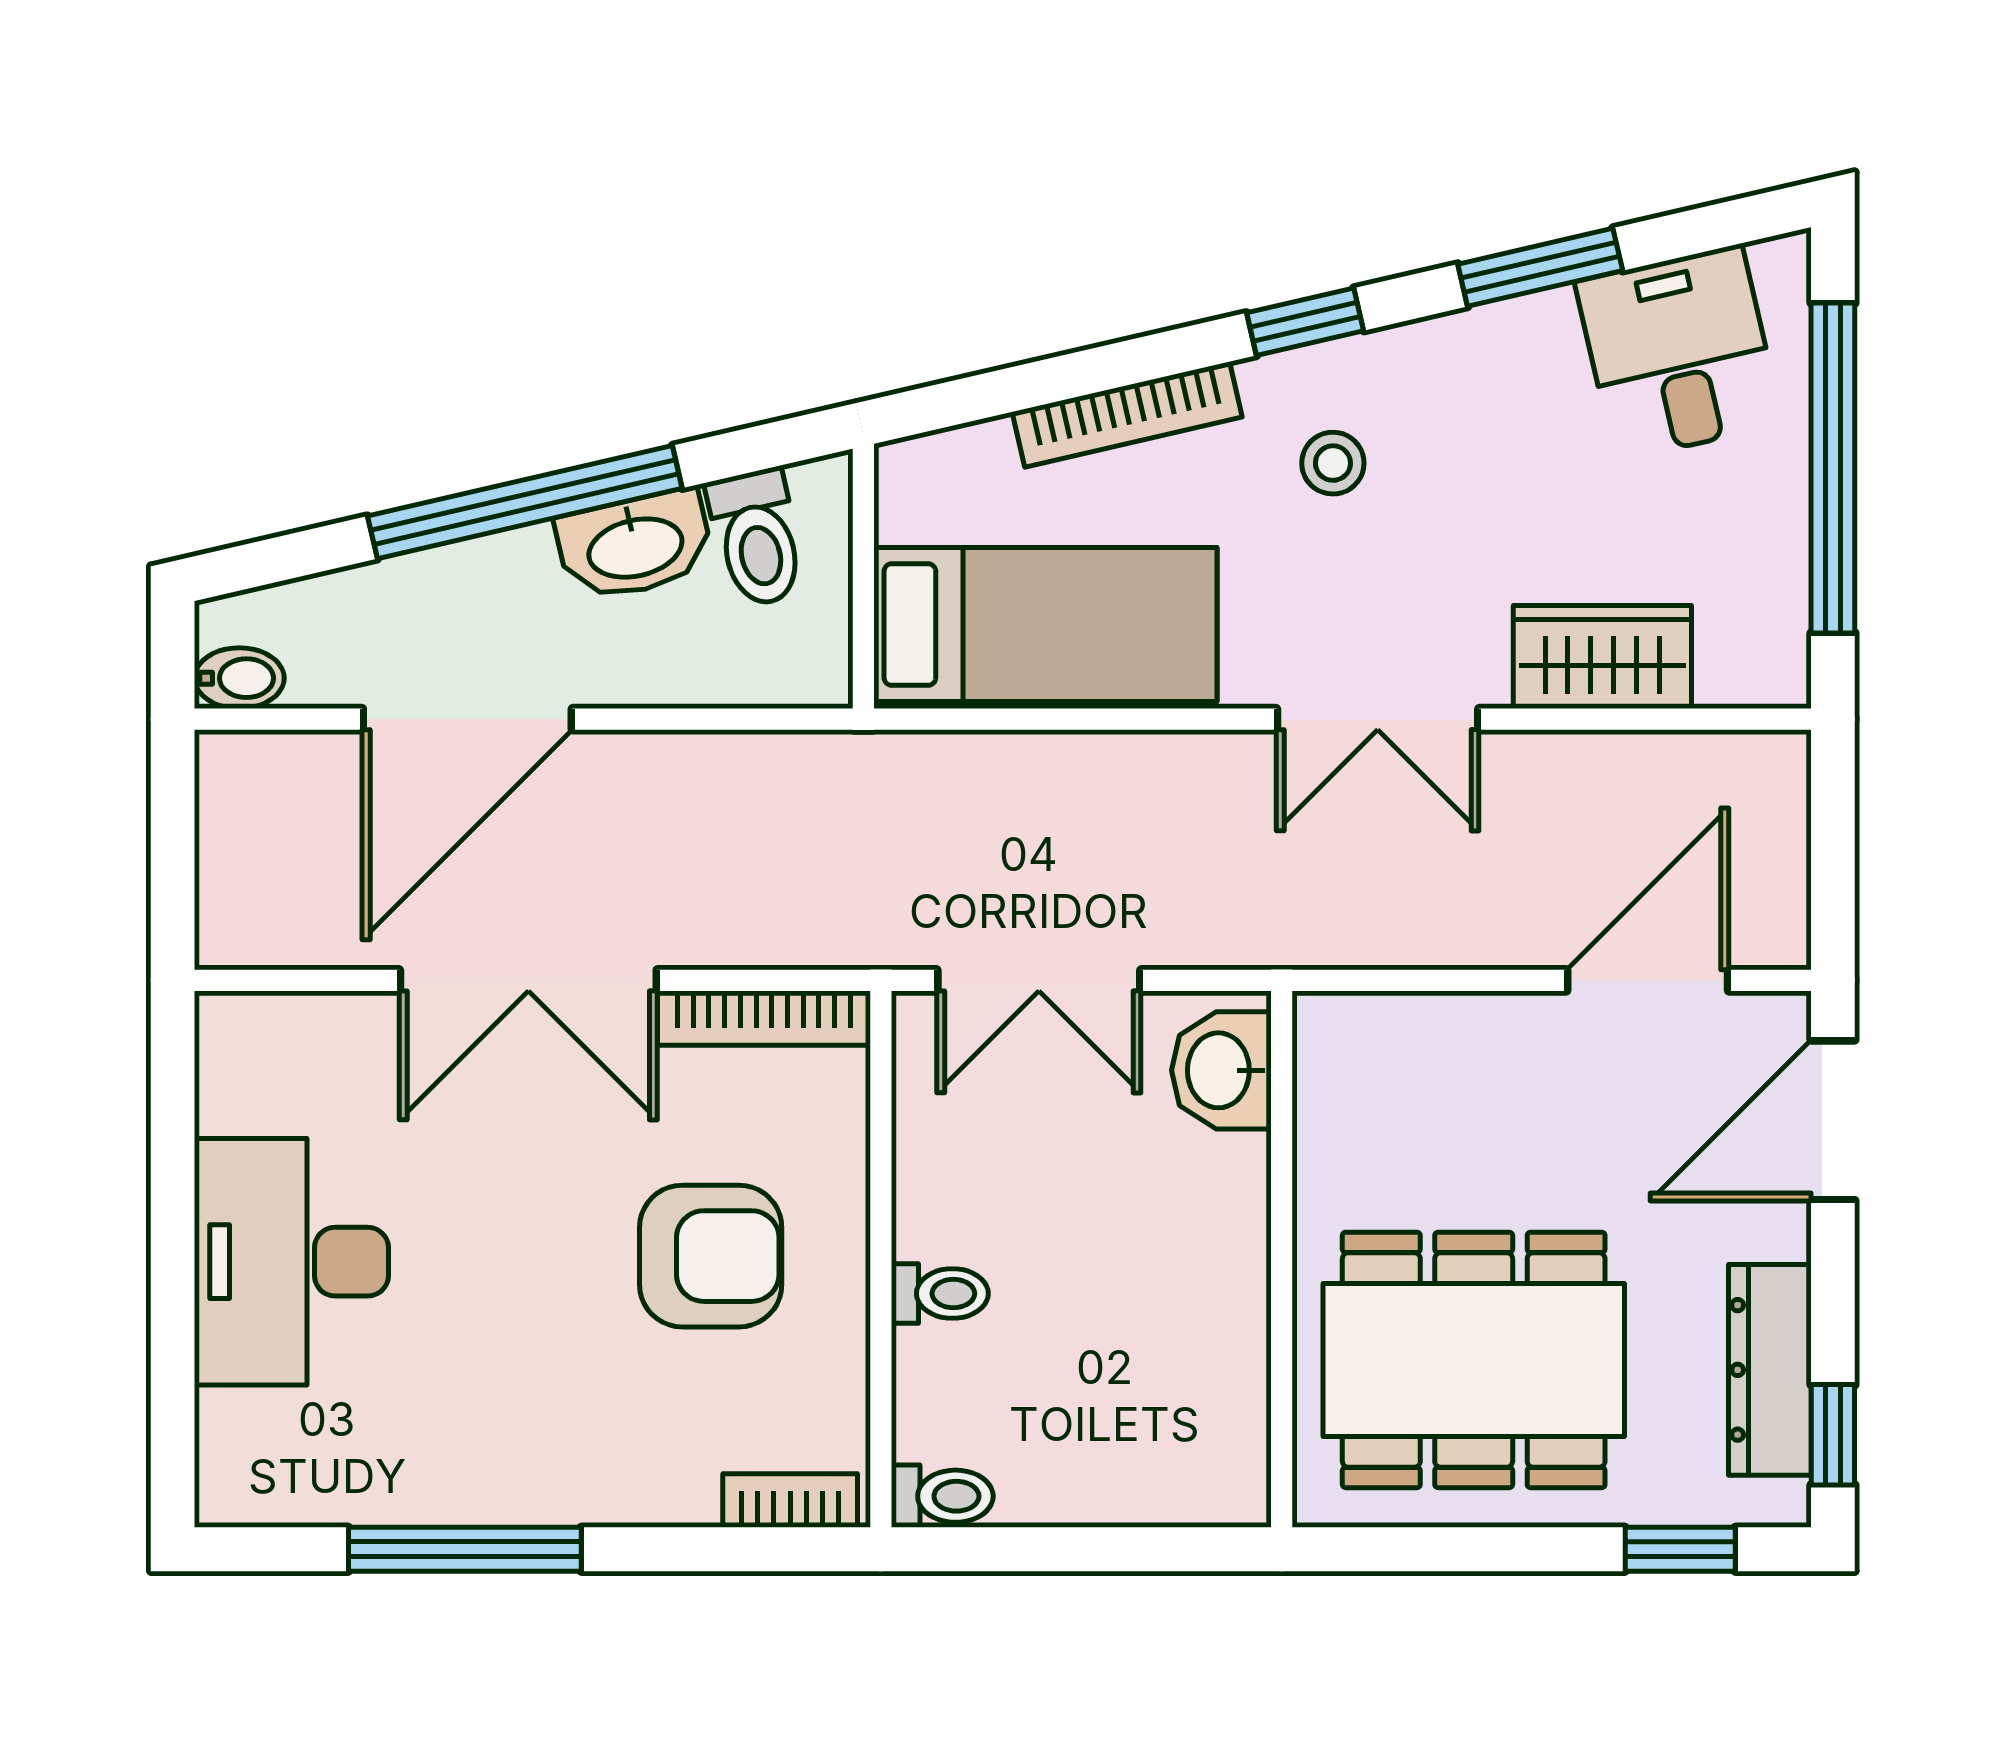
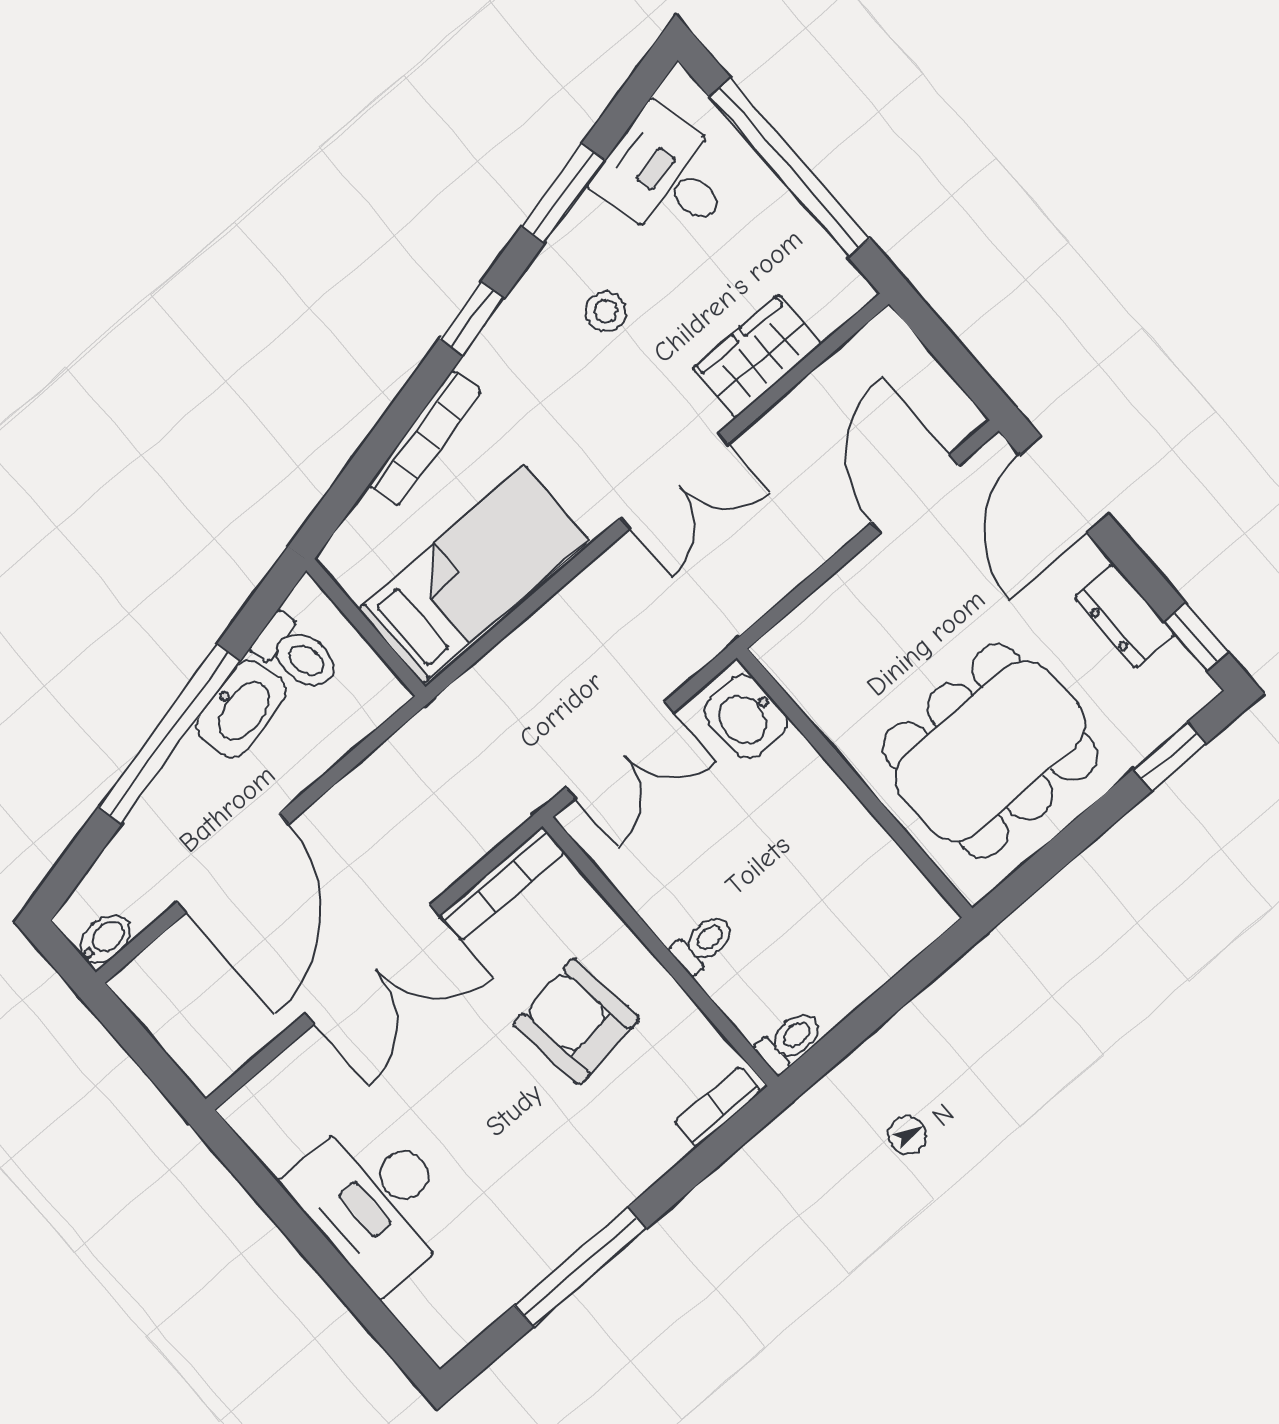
stool: (1333, 463) -> (606, 311), moved
armchair: (711, 1256) -> (576, 1021), turned -97
dresser: (1770, 1370) -> (1124, 616), width x0.70

